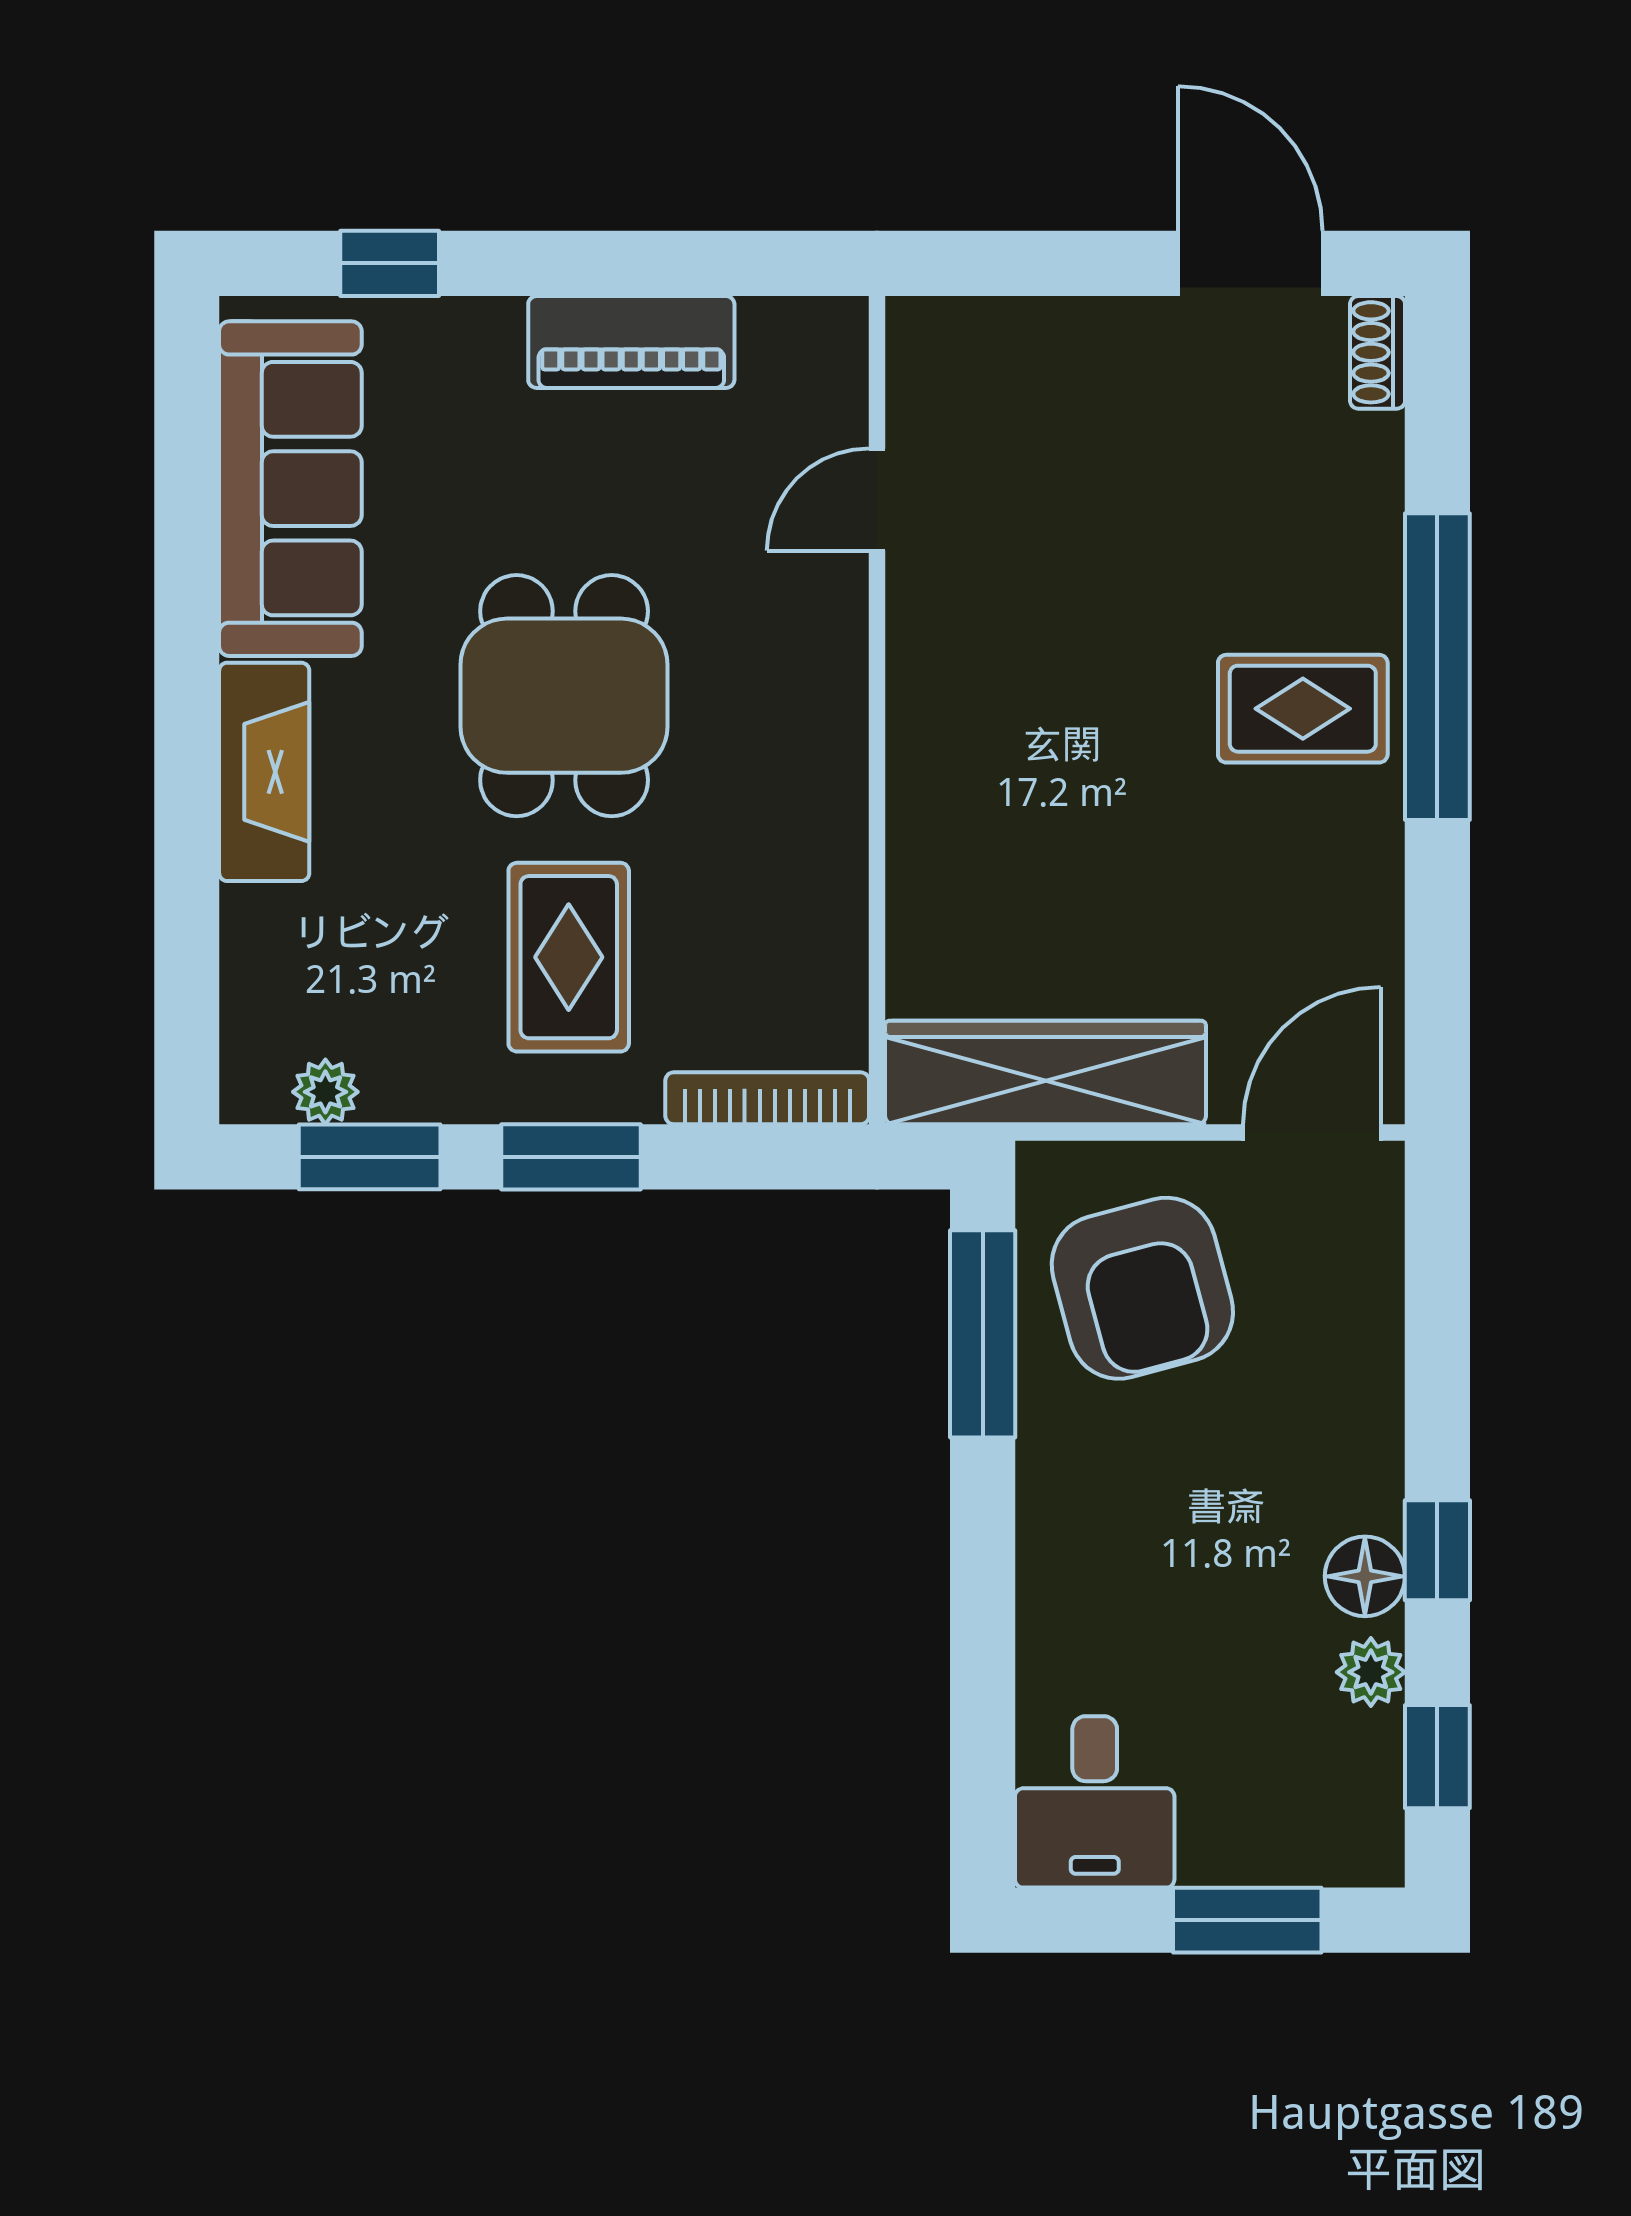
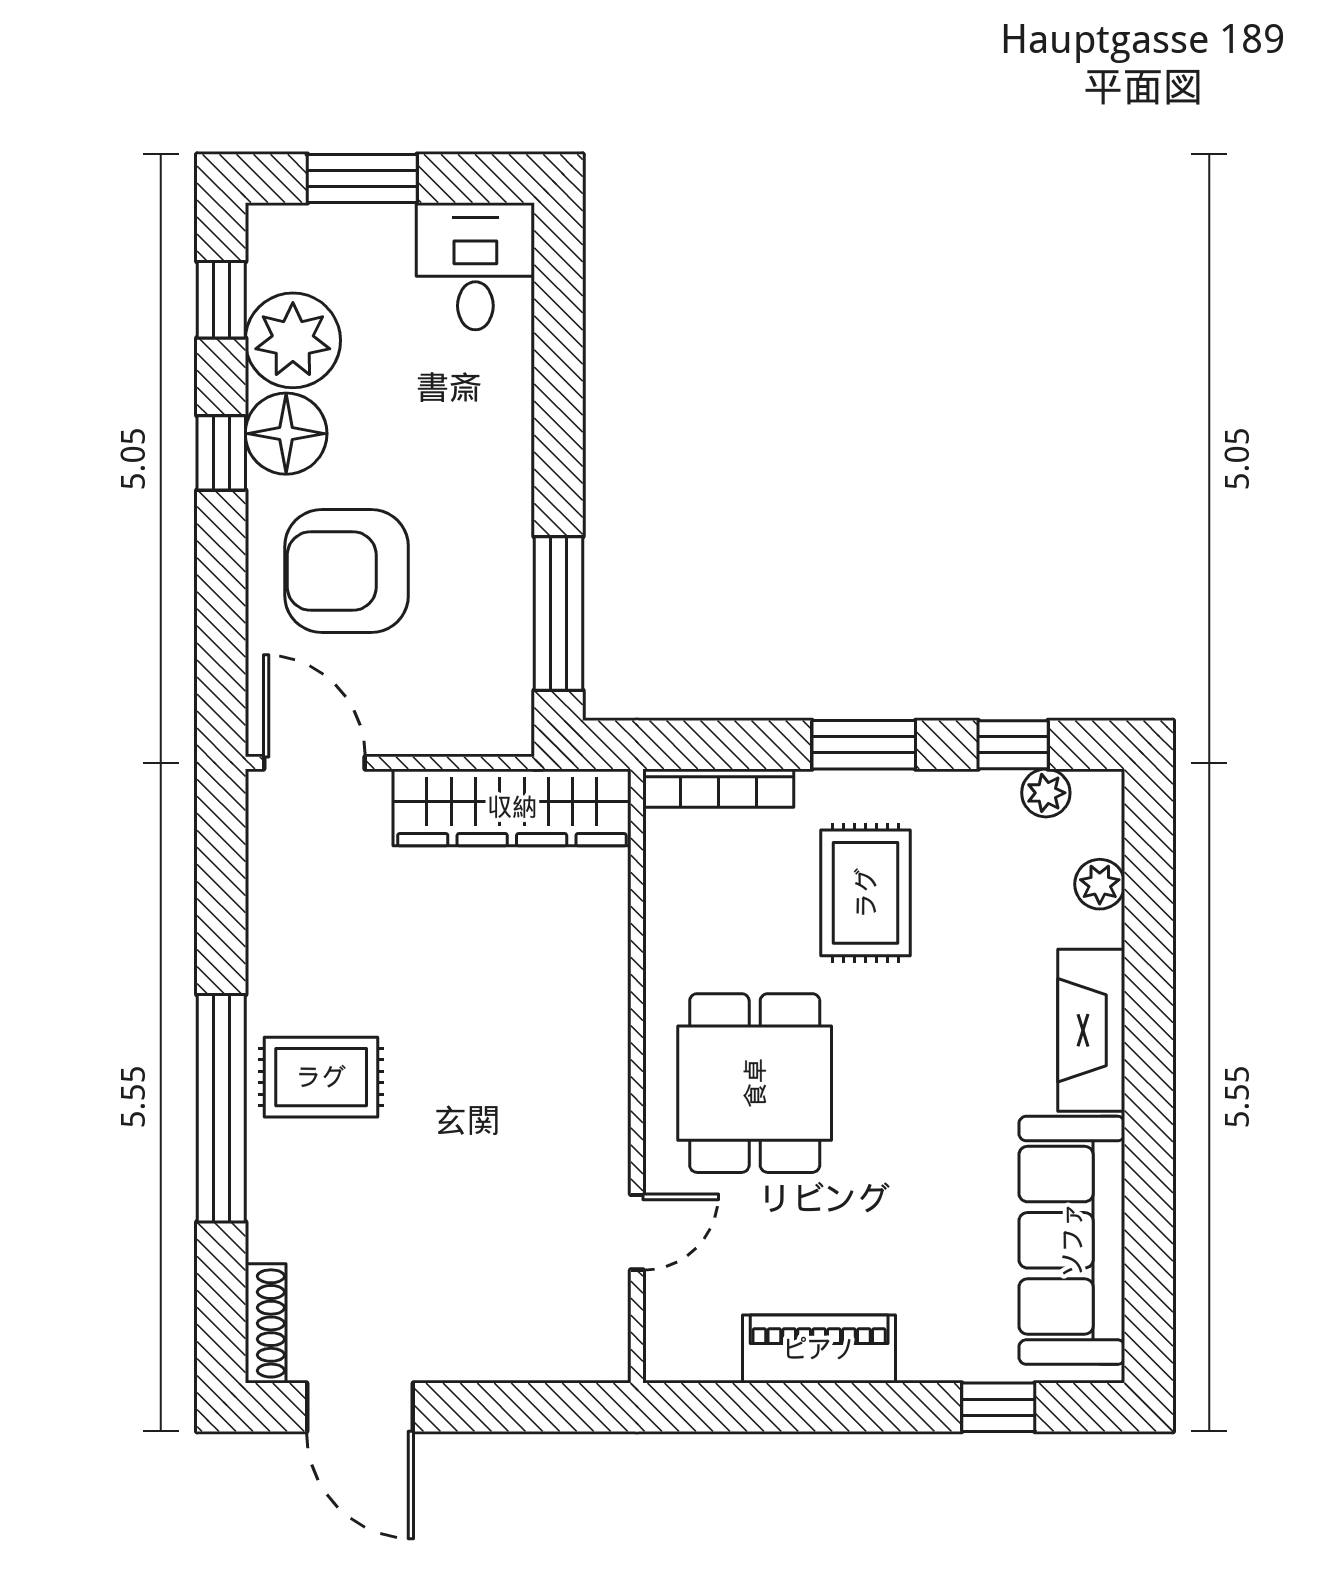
shoe rack: (1378, 352) -> (266, 1323), width x1.43
dining table: (564, 696) -> (755, 1083), moved
plant: (253, 969) -> (1100, 884), added
door: (1312, 1132) -> (314, 763), swing flipped
window: (370, 1157) -> (1013, 745), width x0.67
armchair: (1142, 1288) -> (347, 571), moved, turned -75
floor lamp: (1365, 1576) -> (286, 434), width x1.38, depth x1.38
plant: (1371, 1672) -> (293, 340), width x1.87, depth x1.87

